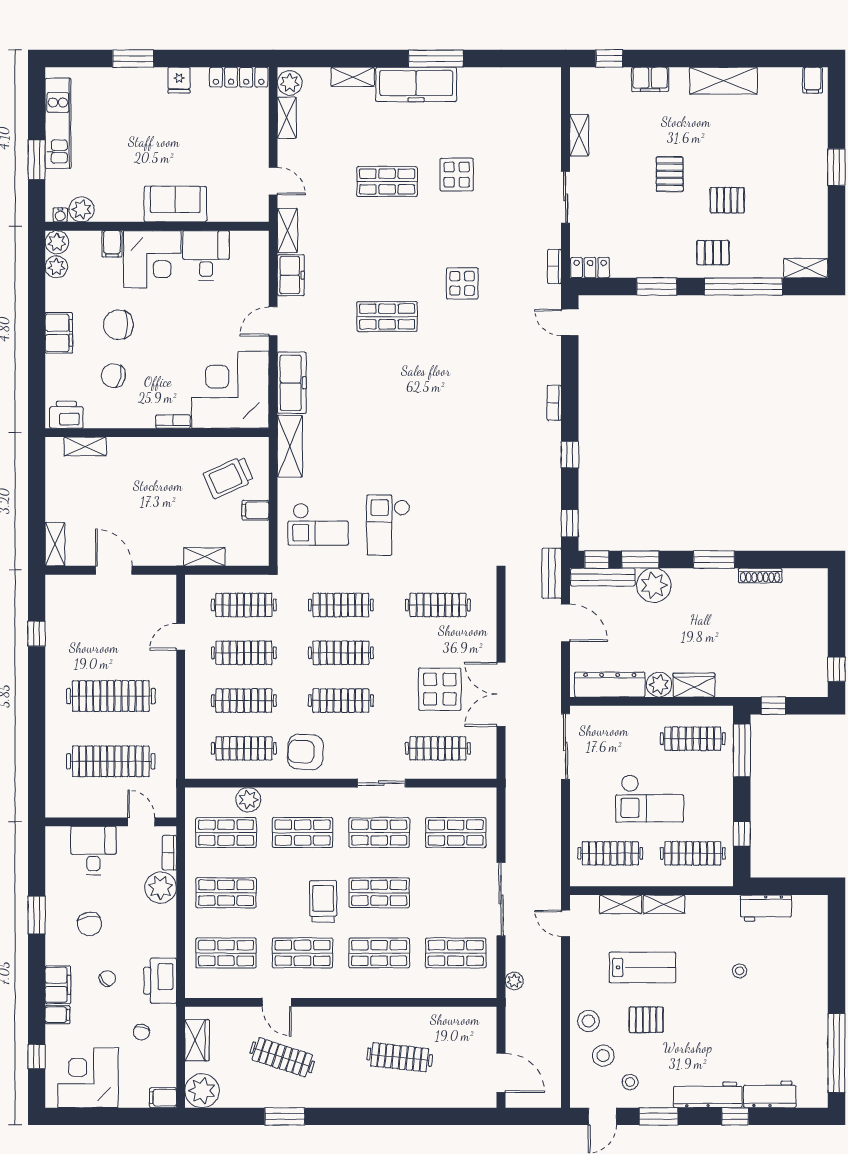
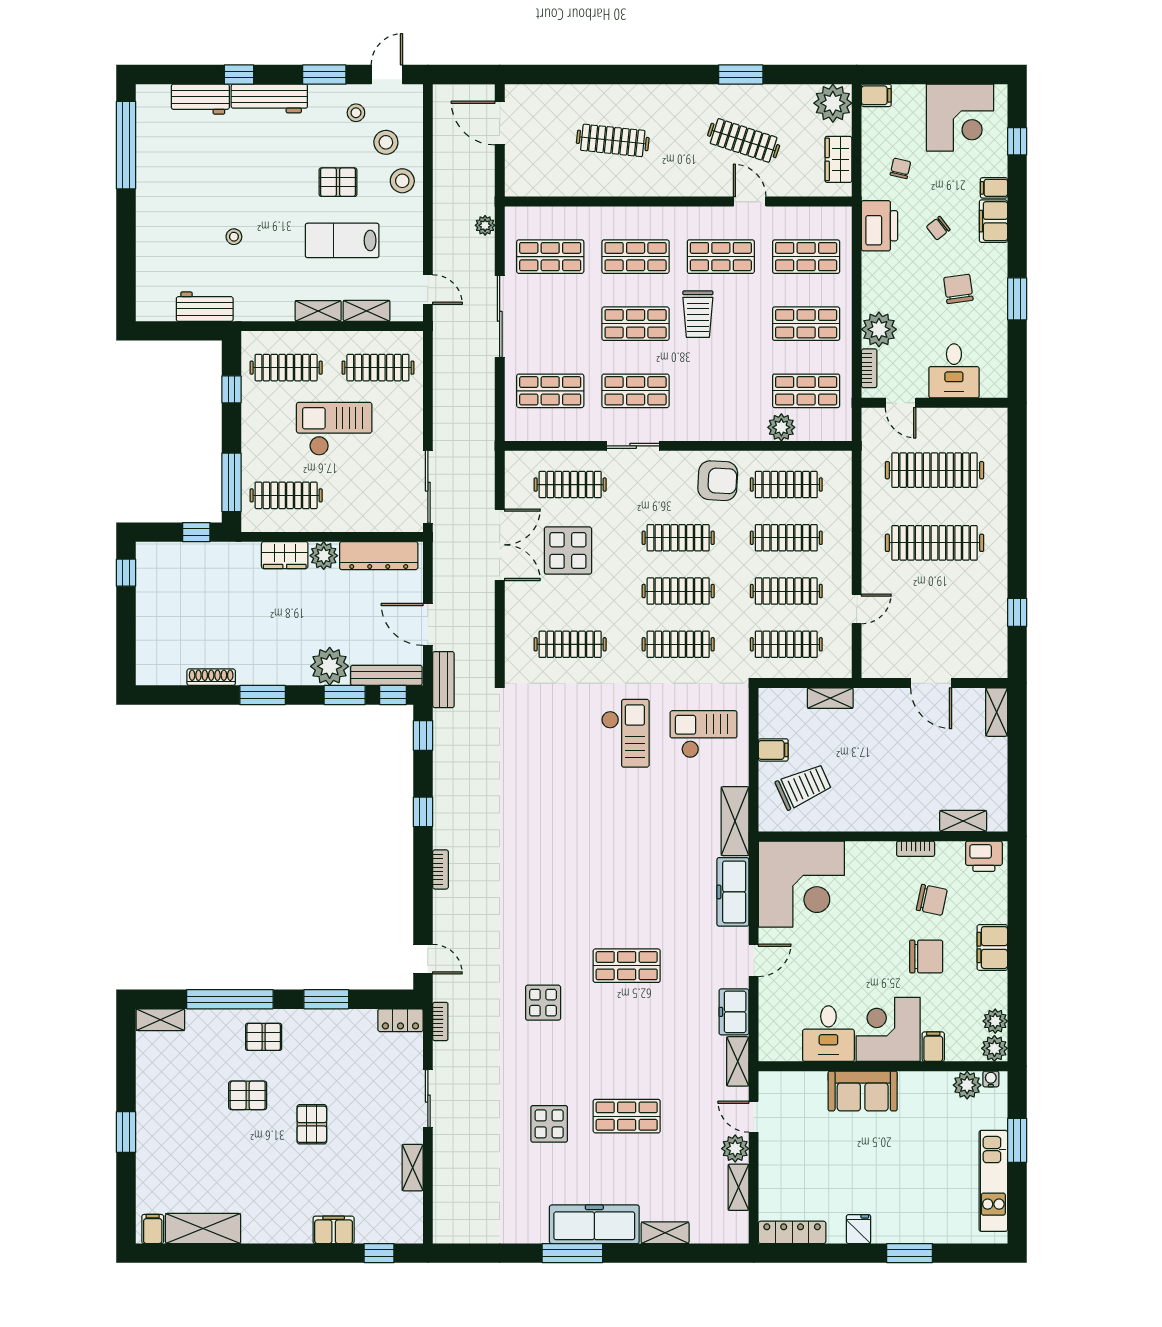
shelving: (723, 81) -> (203, 1228), moved
plant: (290, 83) -> (735, 1149), moved
bookcase: (173, 422) -> (916, 849), moved
shop shelf: (303, 833) -> (721, 391), removed

